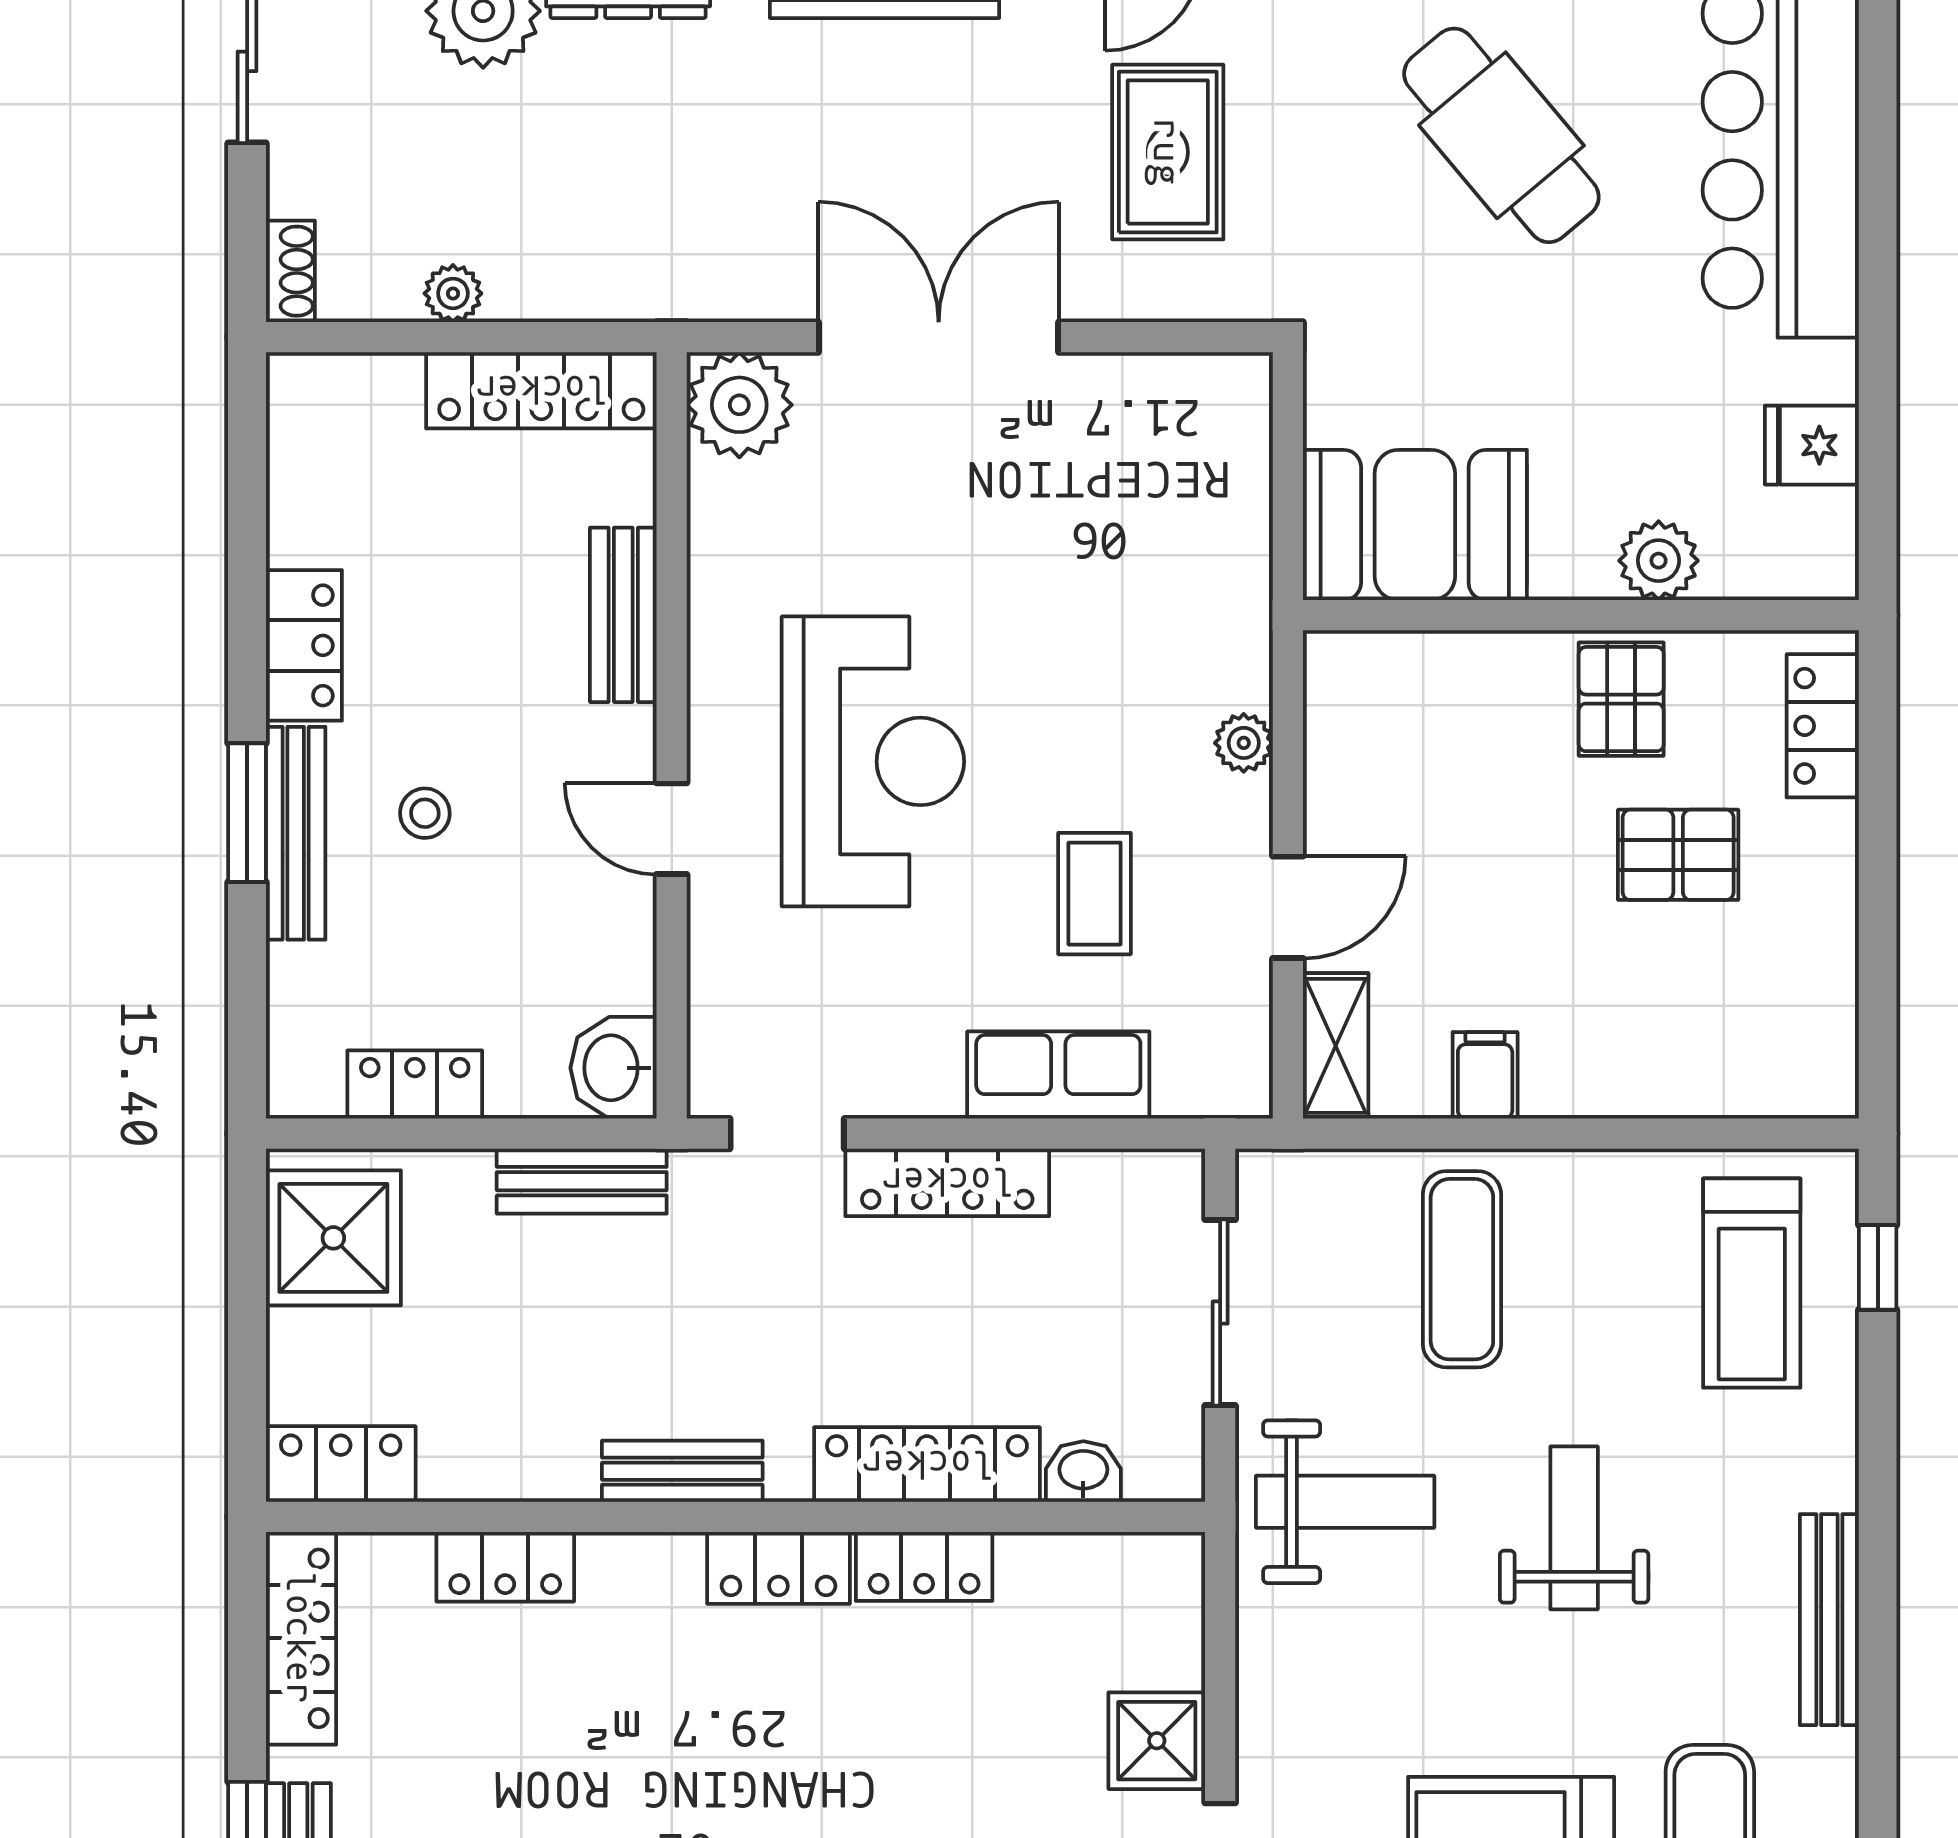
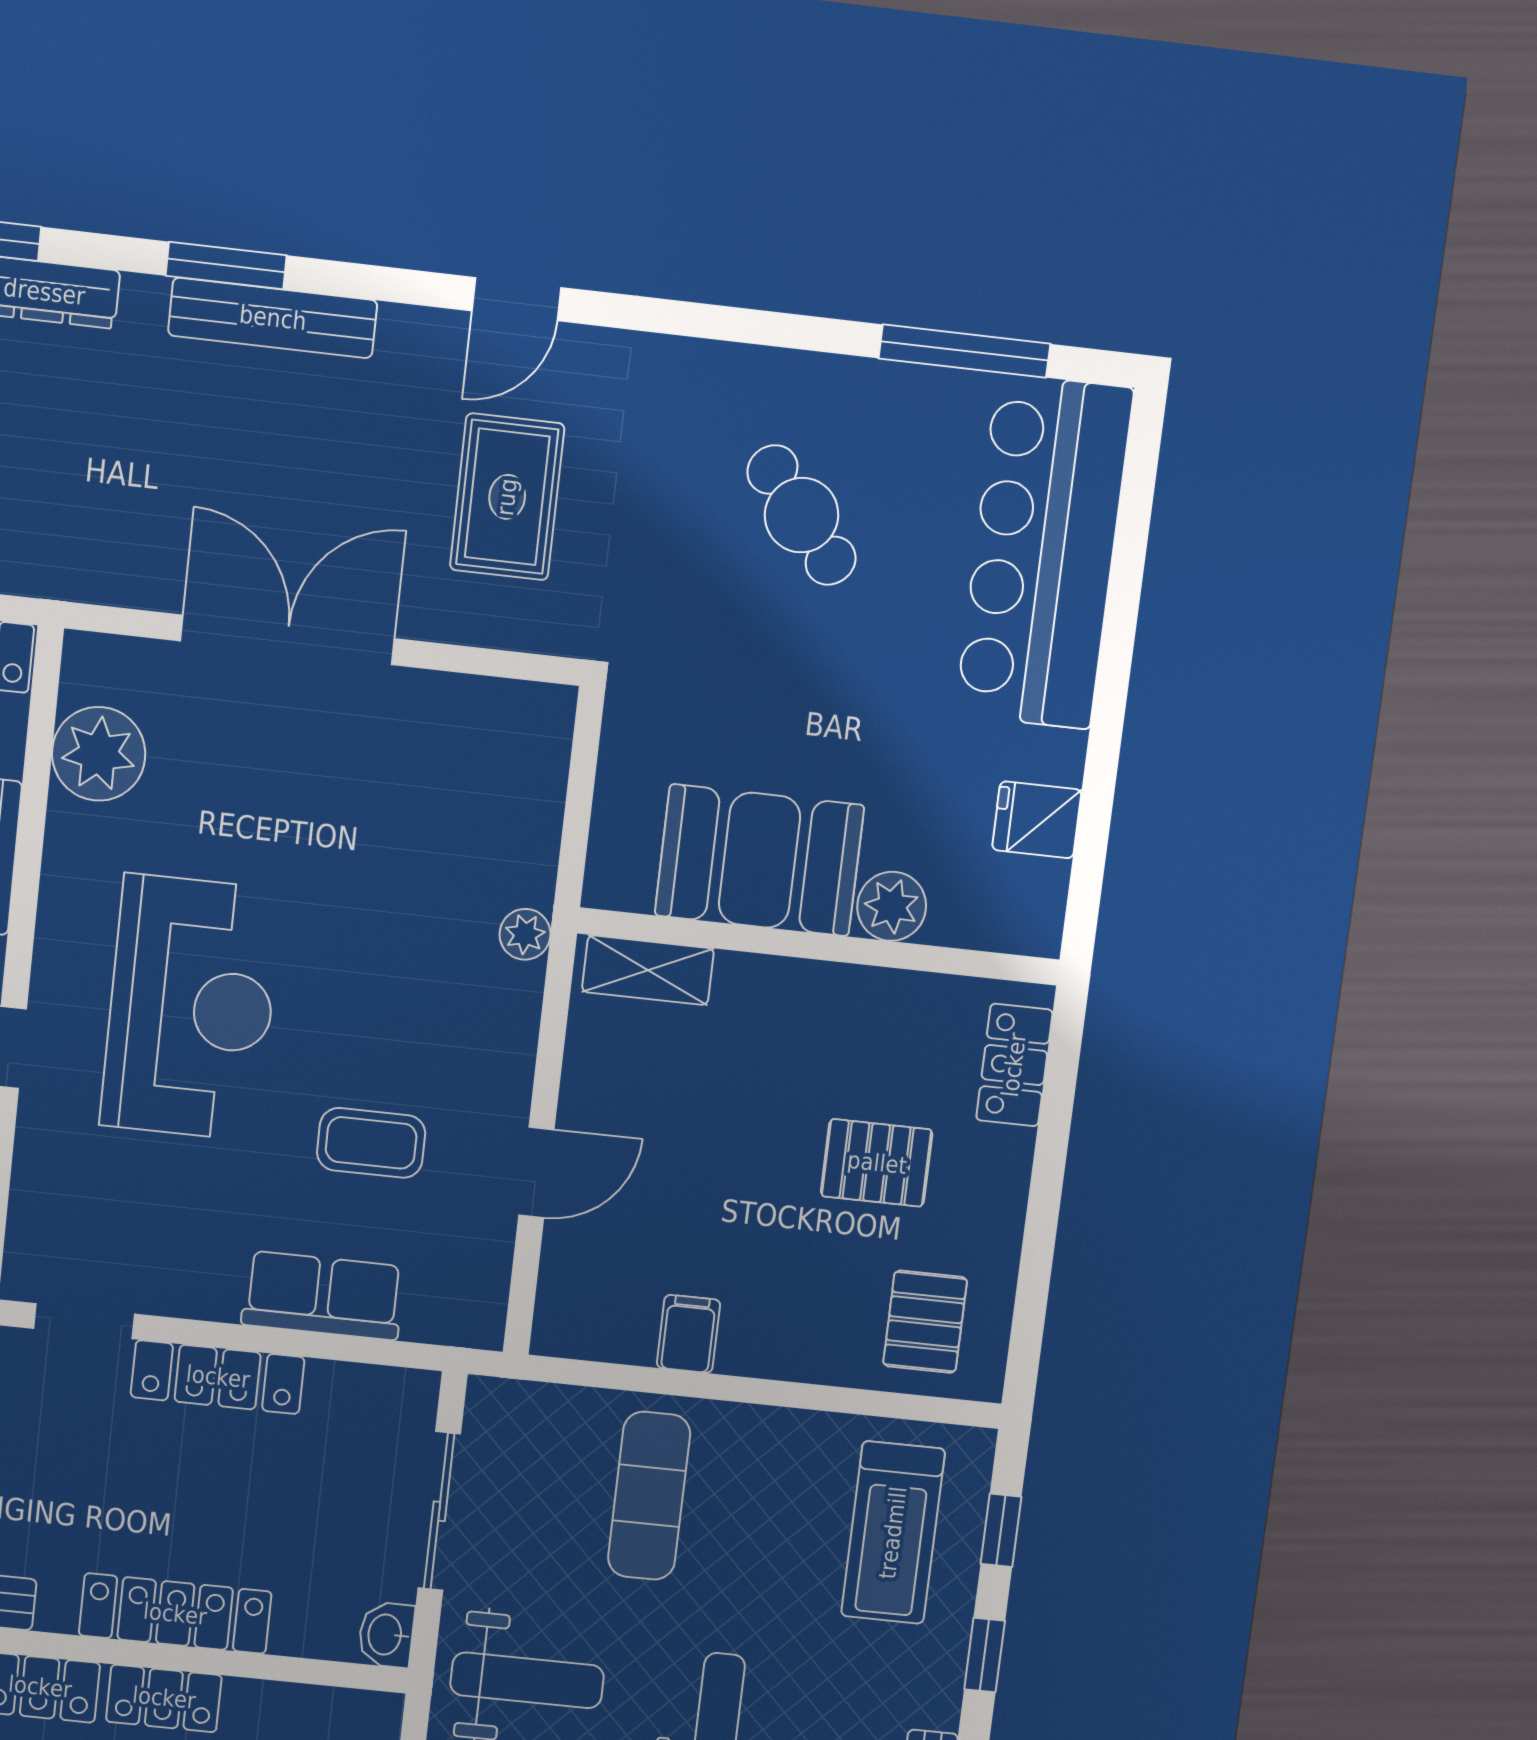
cafe table: (1501, 135) -> (802, 515), width x0.73, depth x0.74
plant: (739, 405) -> (99, 754), moved
booth: (1415, 525) -> (759, 860), moved
pallet: (1621, 699) -> (925, 1322), moved
plant: (1244, 743) -> (525, 934), moved
coffee table: (1095, 894) -> (371, 1143), turned 90
shelving: (1336, 1046) -> (648, 970), moved, turned 90
window: (1878, 1417) -> (985, 1655), added
washbasin: (1083, 1472) -> (386, 1635), moved, turned -90

